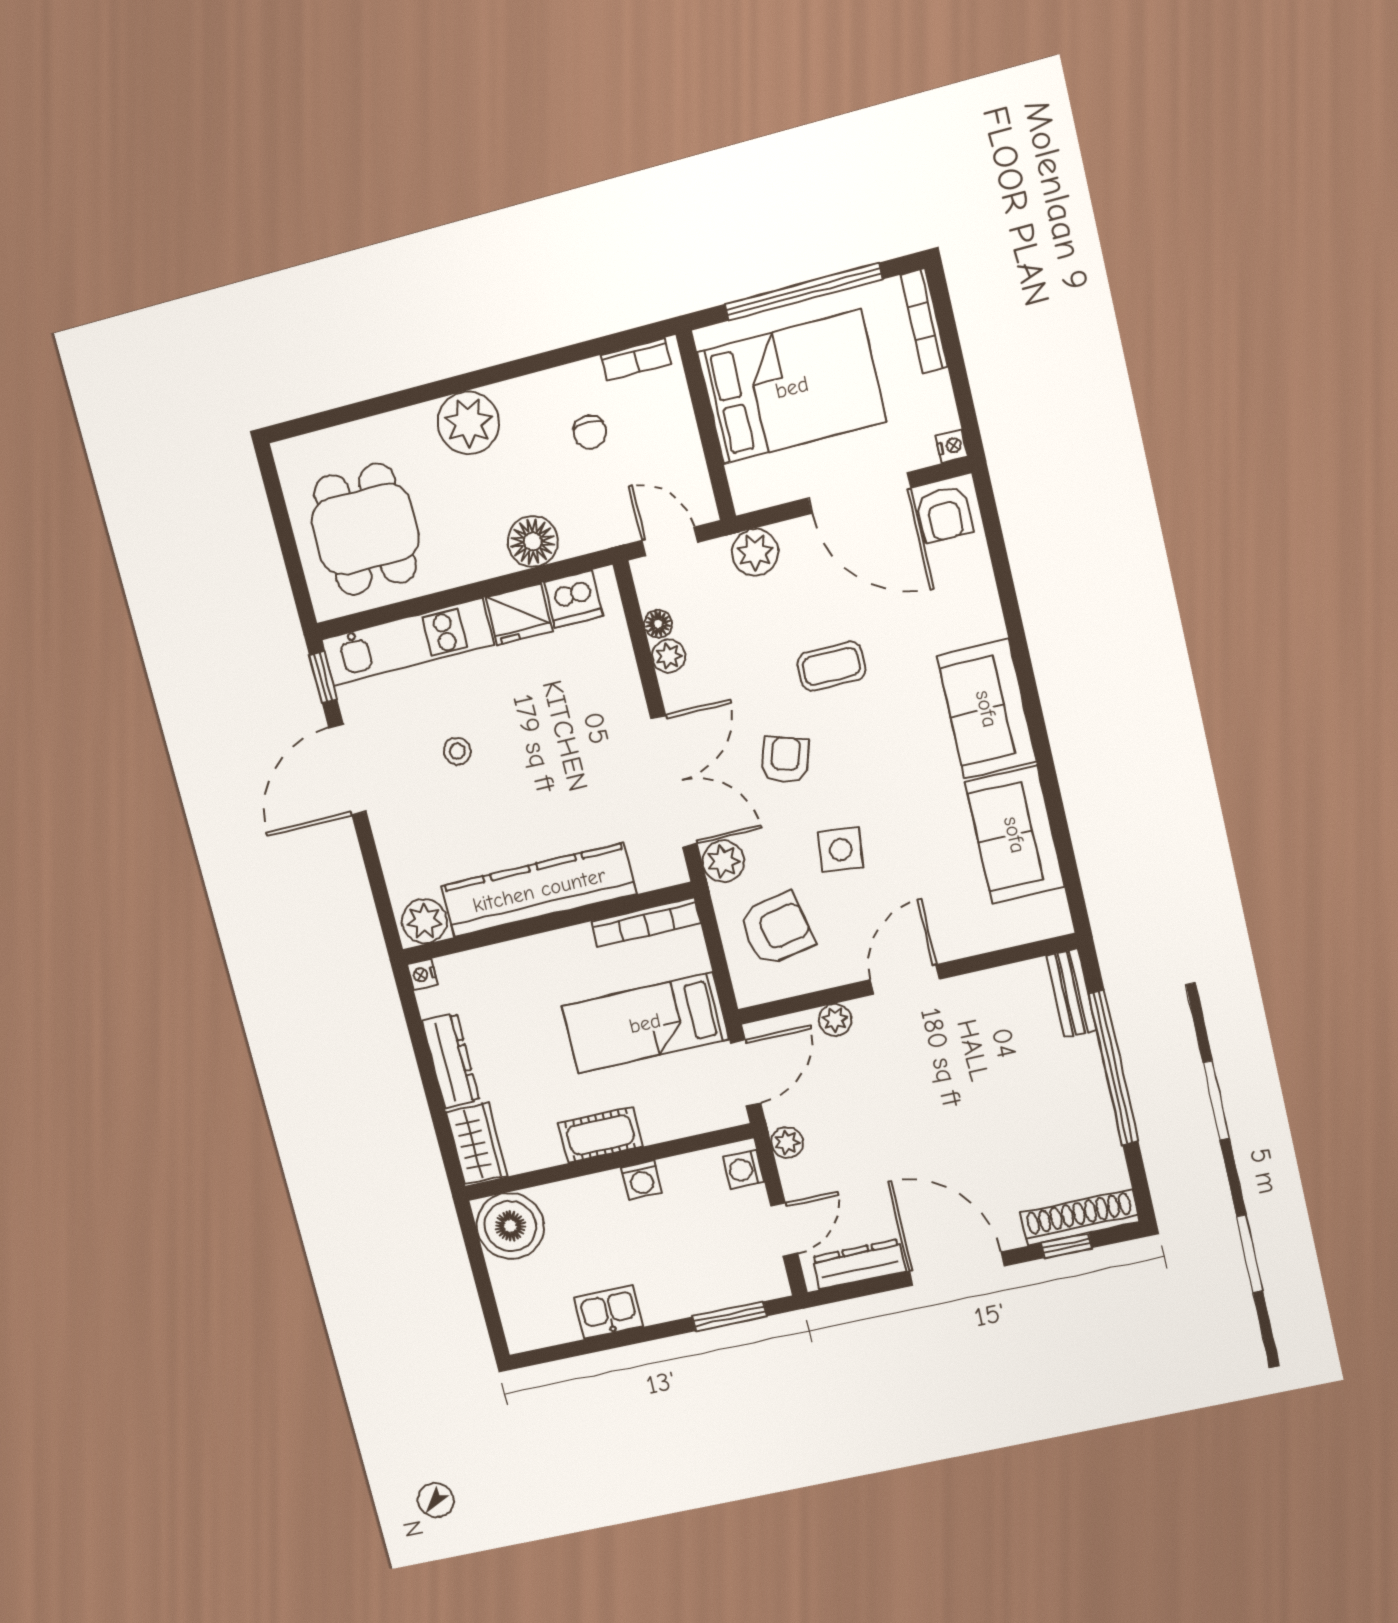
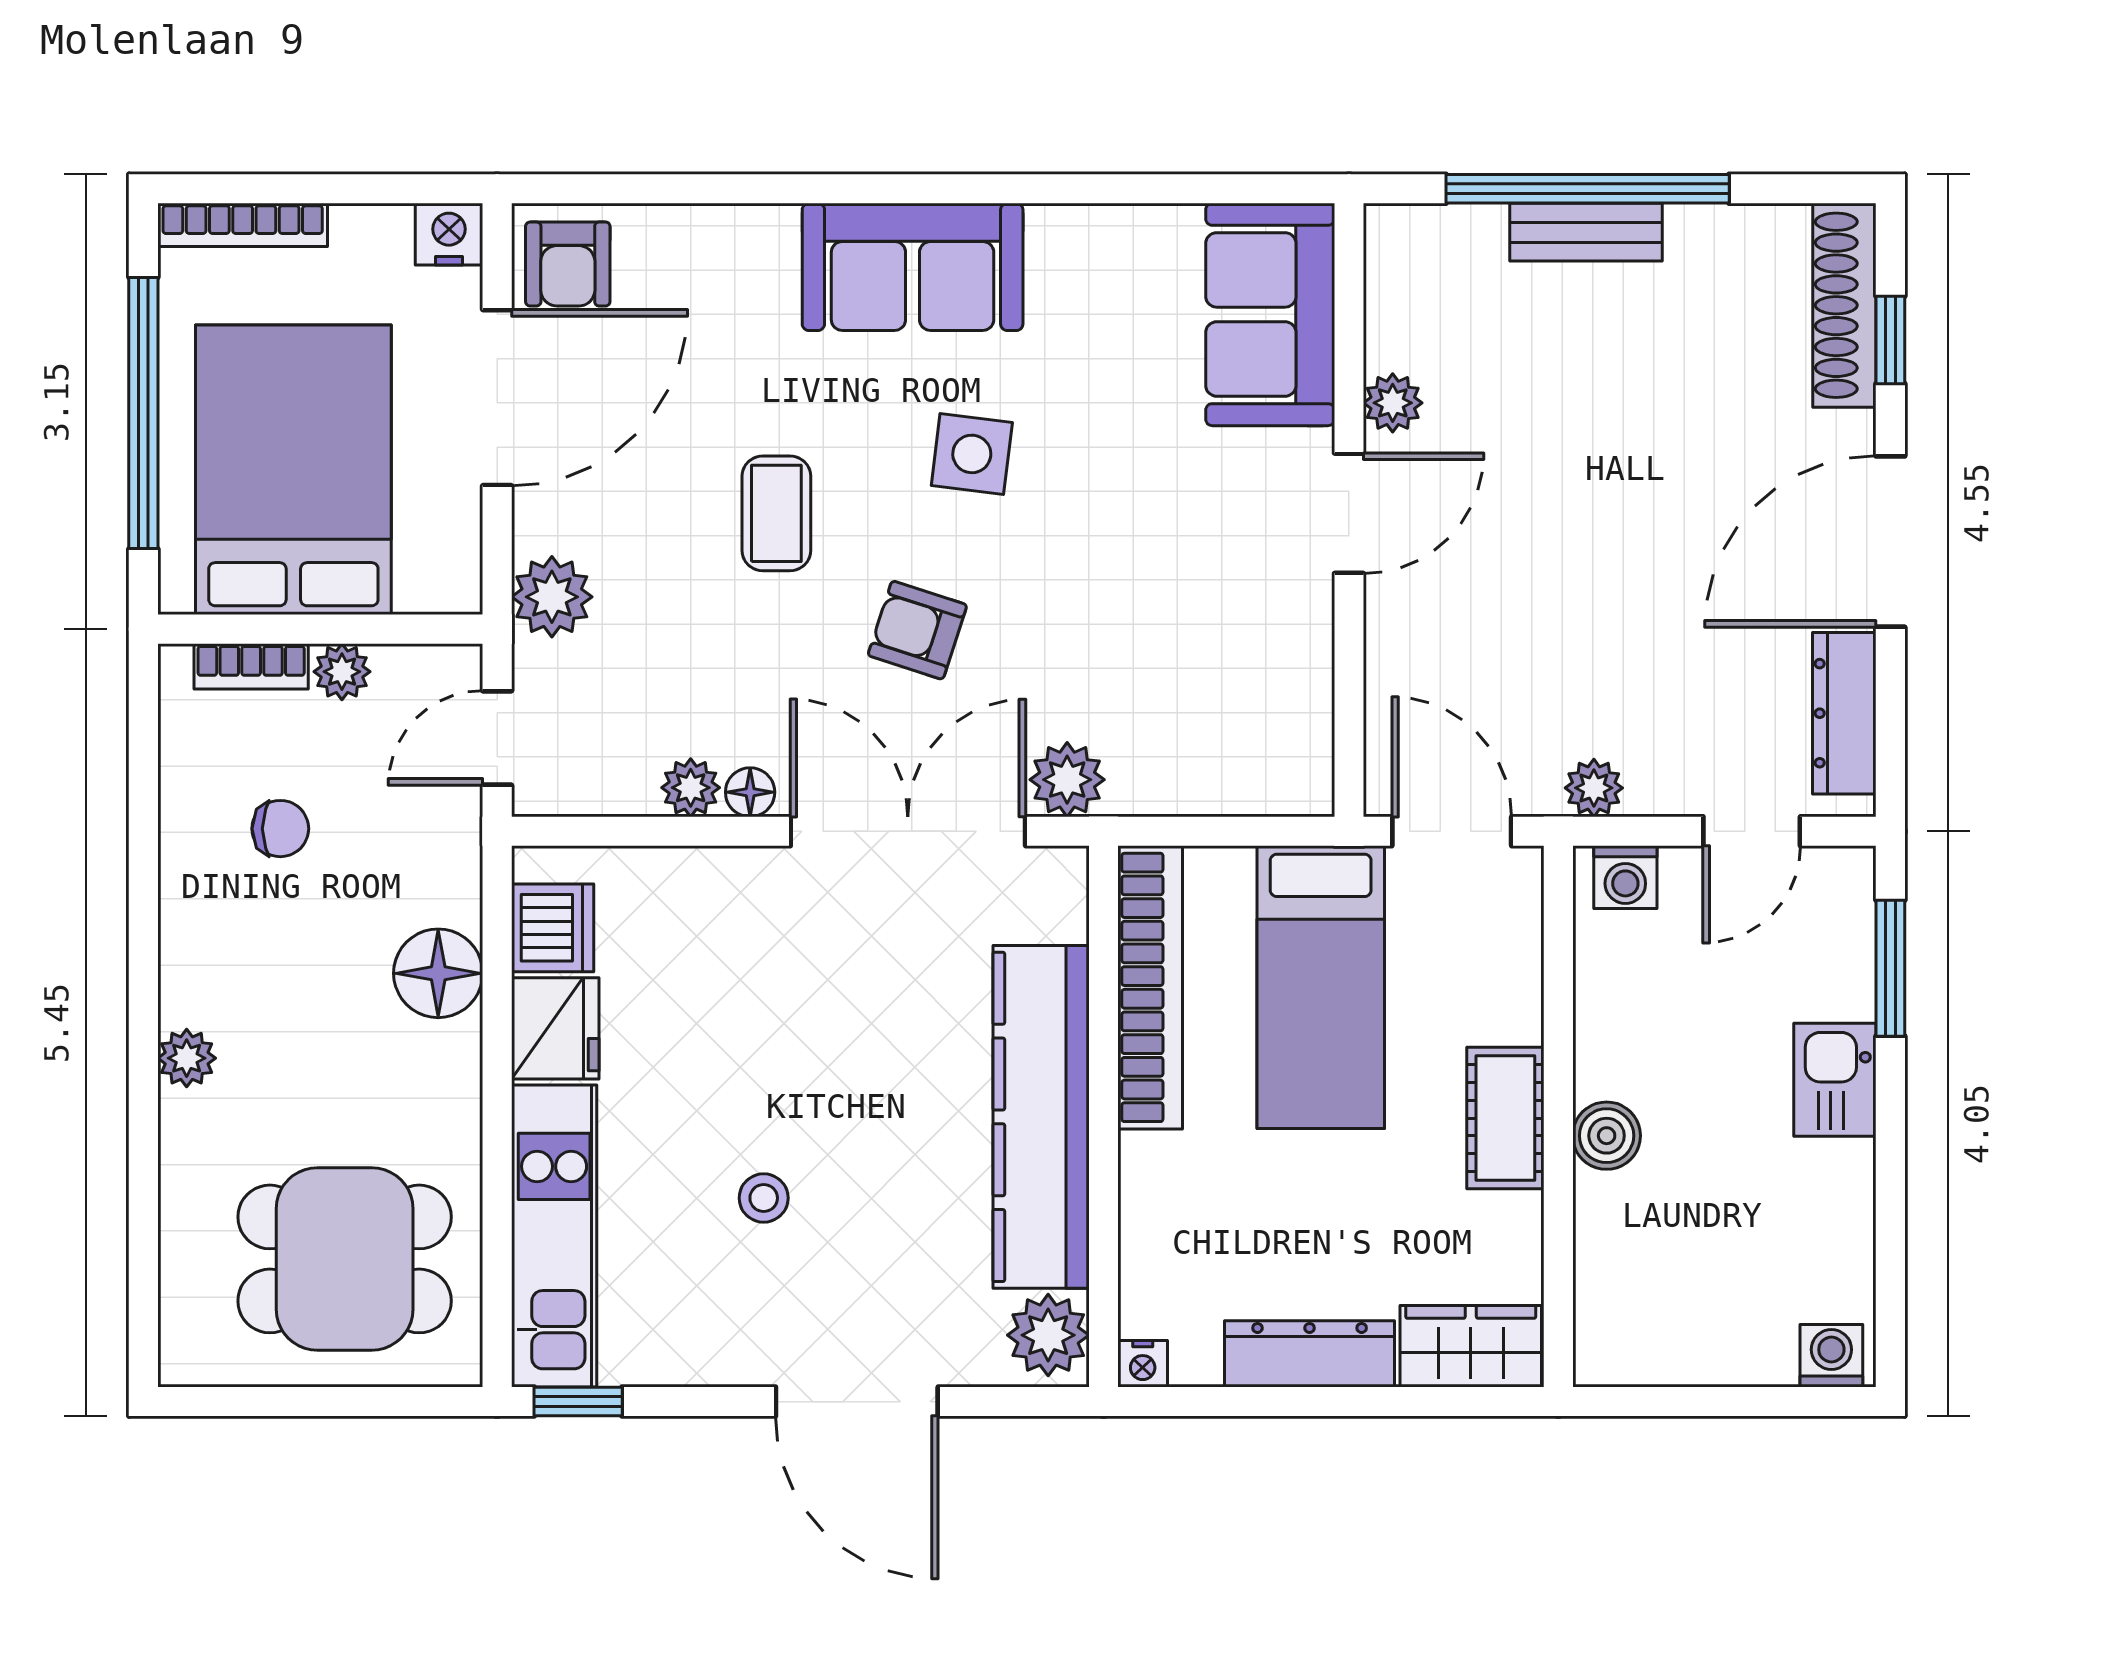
bookcase: (636, 359) -> (251, 666), moved, turned 90
plant: (468, 423) -> (187, 1058), width x0.53, depth x0.53
plant: (685, 444) -> (342, 672), added
nightstand: (952, 446) -> (449, 234), width x1.39, depth x1.35
armchair: (944, 514) -> (568, 264), turned 90
floor lamp: (658, 624) -> (750, 792), moved
door: (348, 770) -> (857, 1402), moved
sofa: (1015, 835) -> (1270, 314), moved, turned 90
side table: (841, 850) -> (972, 454), moved
bookcase: (646, 922) -> (1150, 987), width x1.48, depth x1.31
armchair: (776, 929) -> (1208, 716), removed
door: (905, 979) -> (1349, 513), swing flipped
bench: (1071, 993) -> (1586, 232), moved
plant: (835, 1020) -> (1393, 403), moved
washing machine: (642, 1180) -> (1831, 1356), moved, turned -90
boiler: (510, 1226) -> (1607, 1136), moved, width x0.54, depth x0.54
door: (784, 1230) -> (1752, 831), swing flipped
kitchen sink: (609, 1312) -> (1835, 1080), moved

